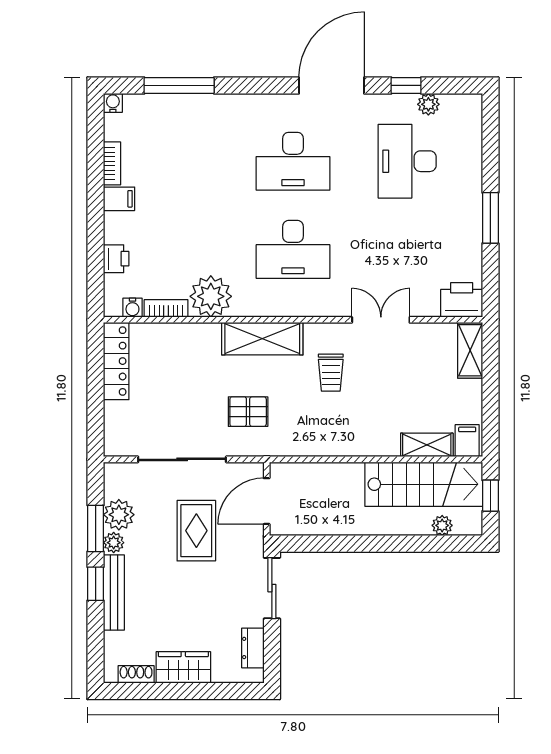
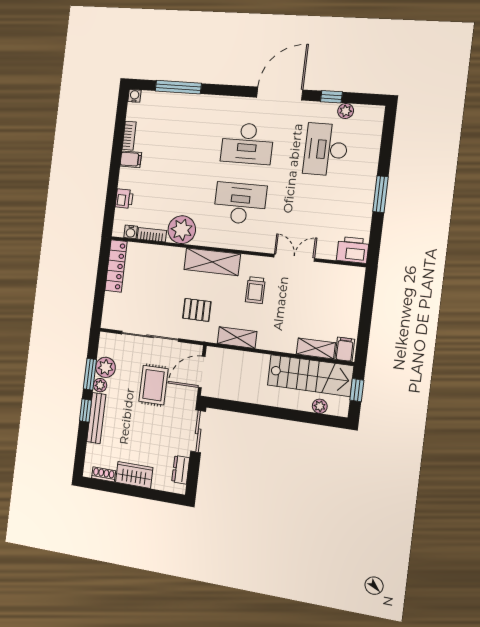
desk: (293, 249) -> (240, 203), turned 180
shelving: (470, 350) -> (237, 338), moved, turned 90

